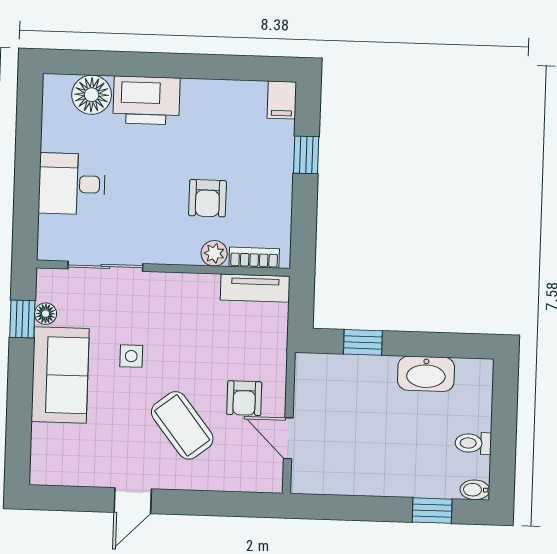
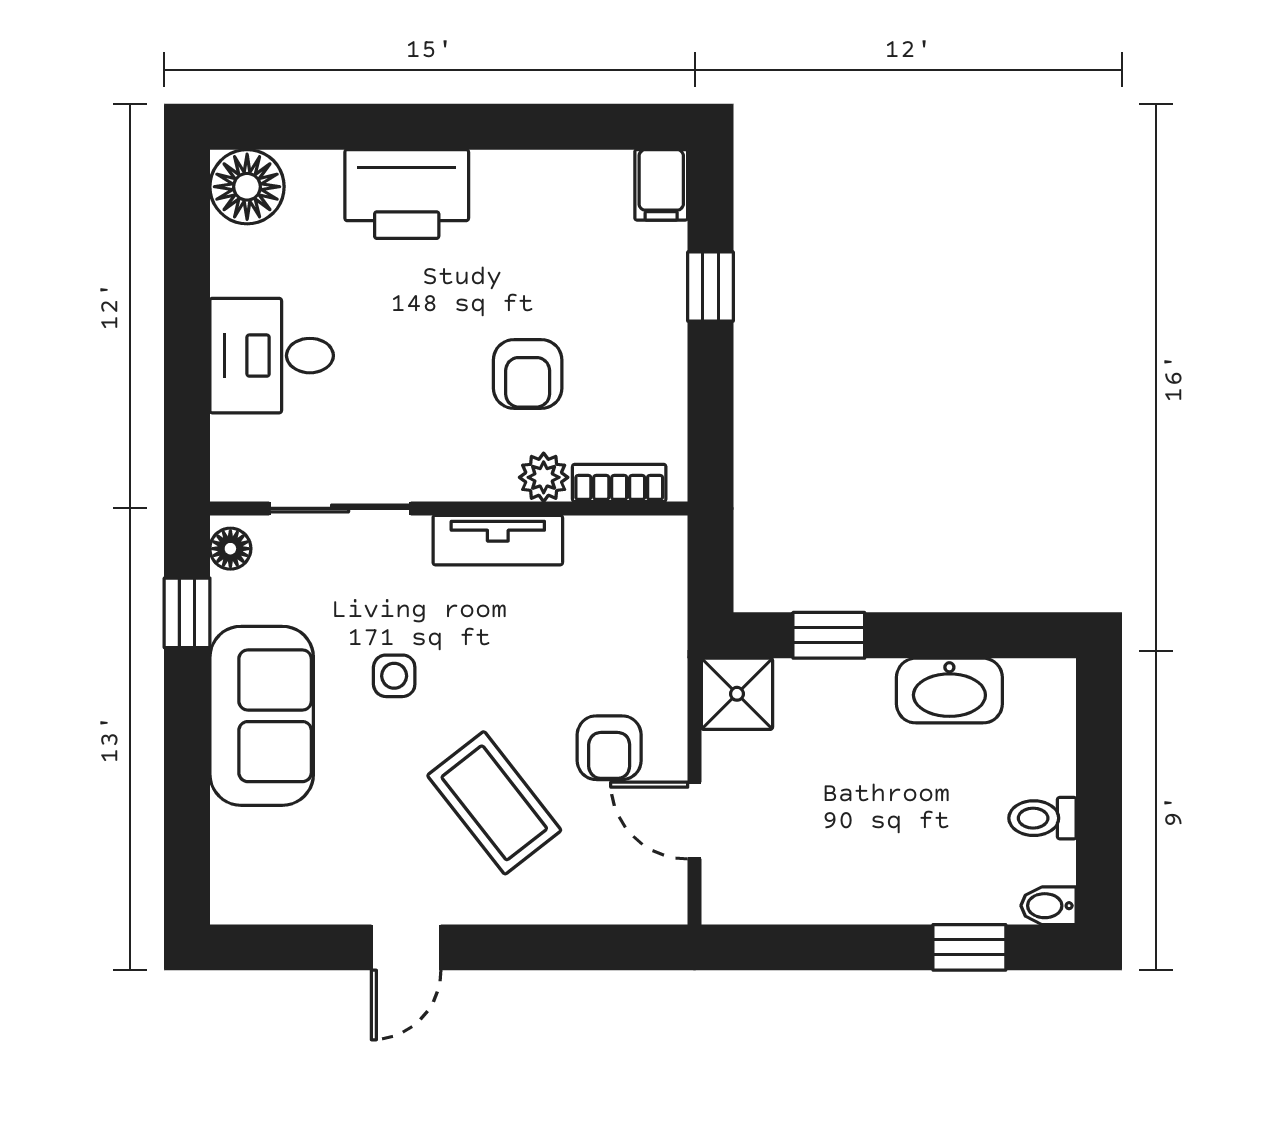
floor lamp: (92, 95) -> (247, 187), moved
tv unit: (255, 288) -> (498, 540), moved
floor lamp: (46, 314) -> (230, 549), moved
shower: (313, 372) -> (737, 694), added

